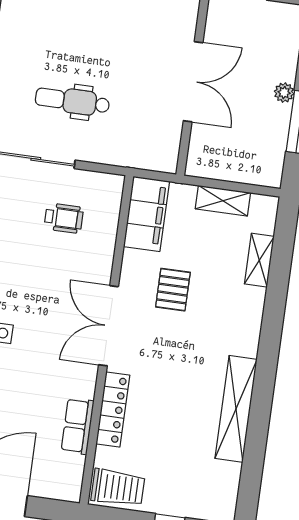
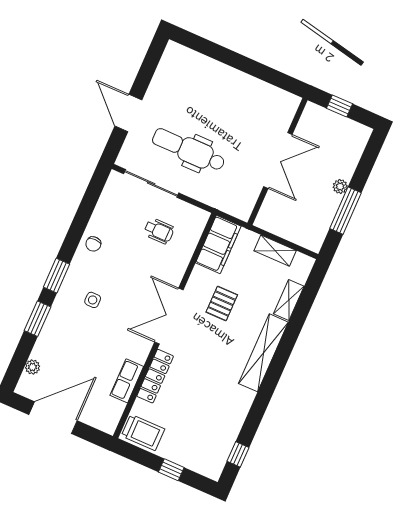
dental chair: (72, 101) -> (189, 150), width x1.36, depth x1.38
shelving: (236, 409) -> (263, 353), moved
window: (250, 481) -> (238, 454), added

